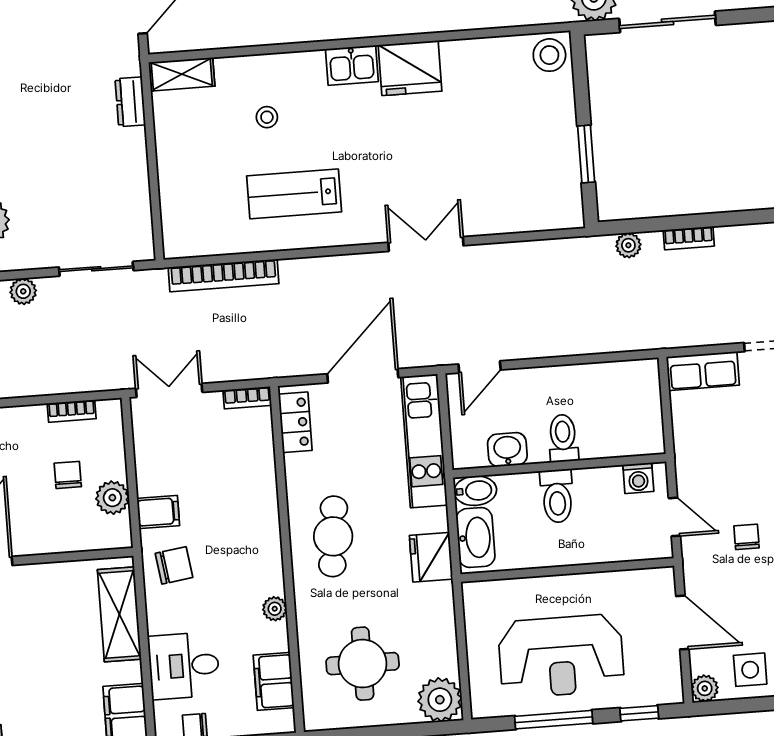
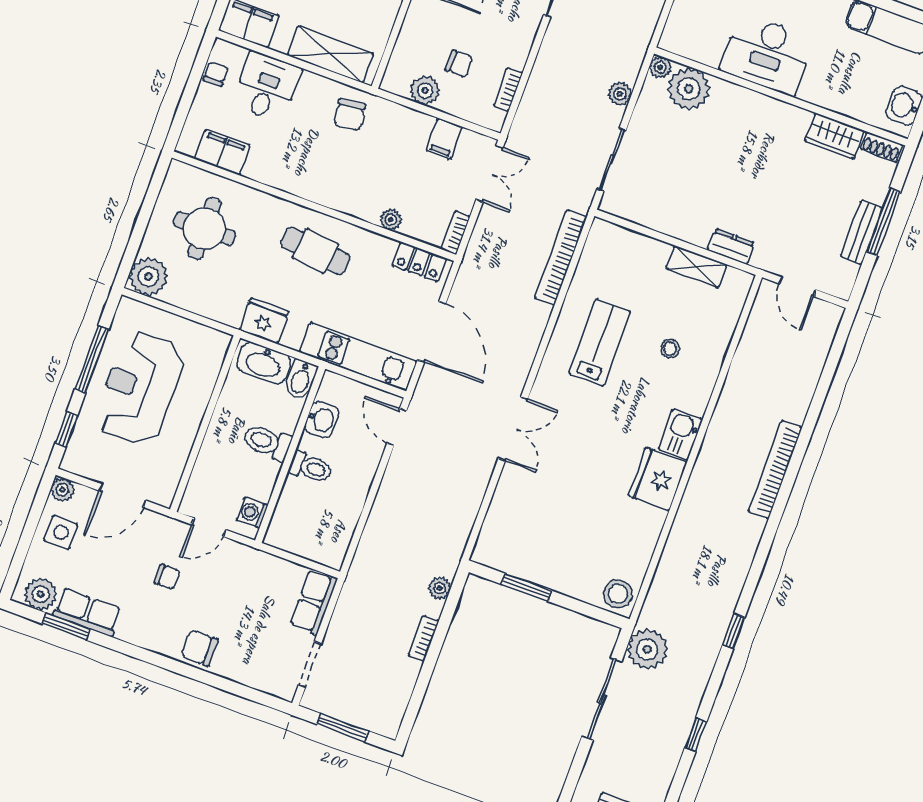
shelving: (182, 74) -> (696, 267), moved, turned 90
filing cabinet: (158, 512) -> (444, 139), moved
plant: (275, 609) -> (391, 220), moved

